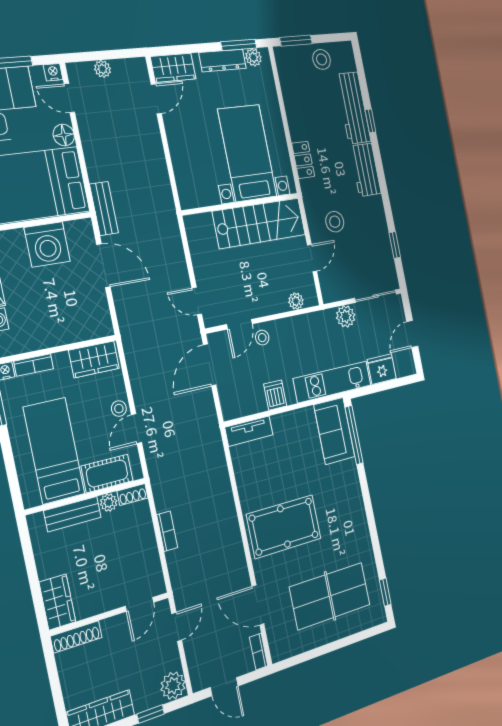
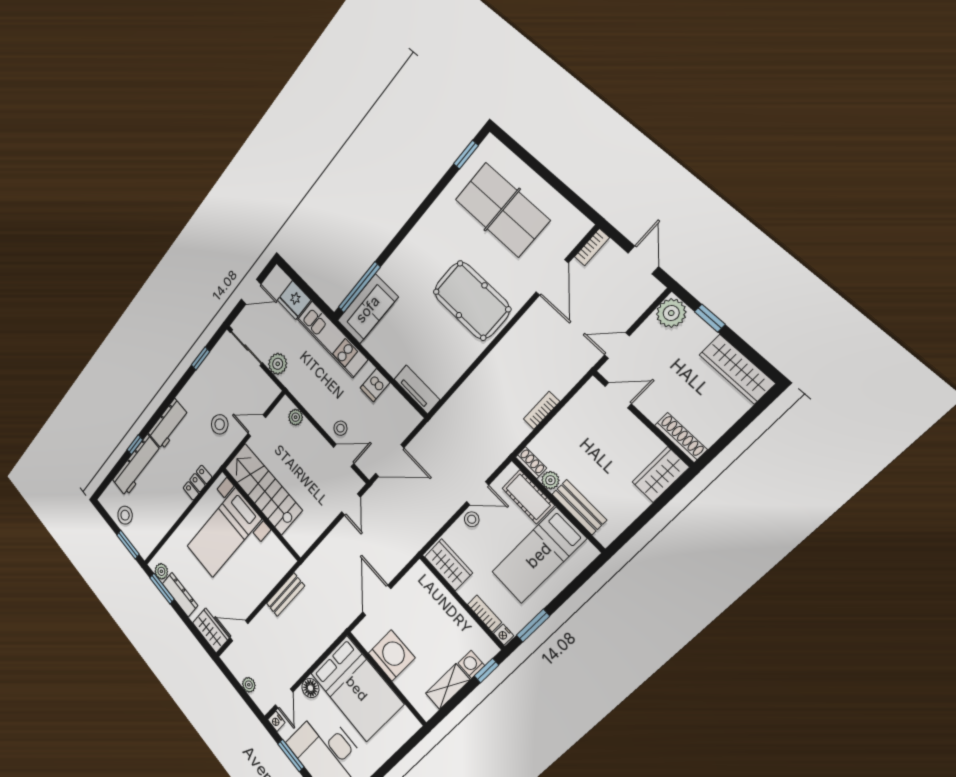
bench: (104, 209) -> (285, 595), moved

